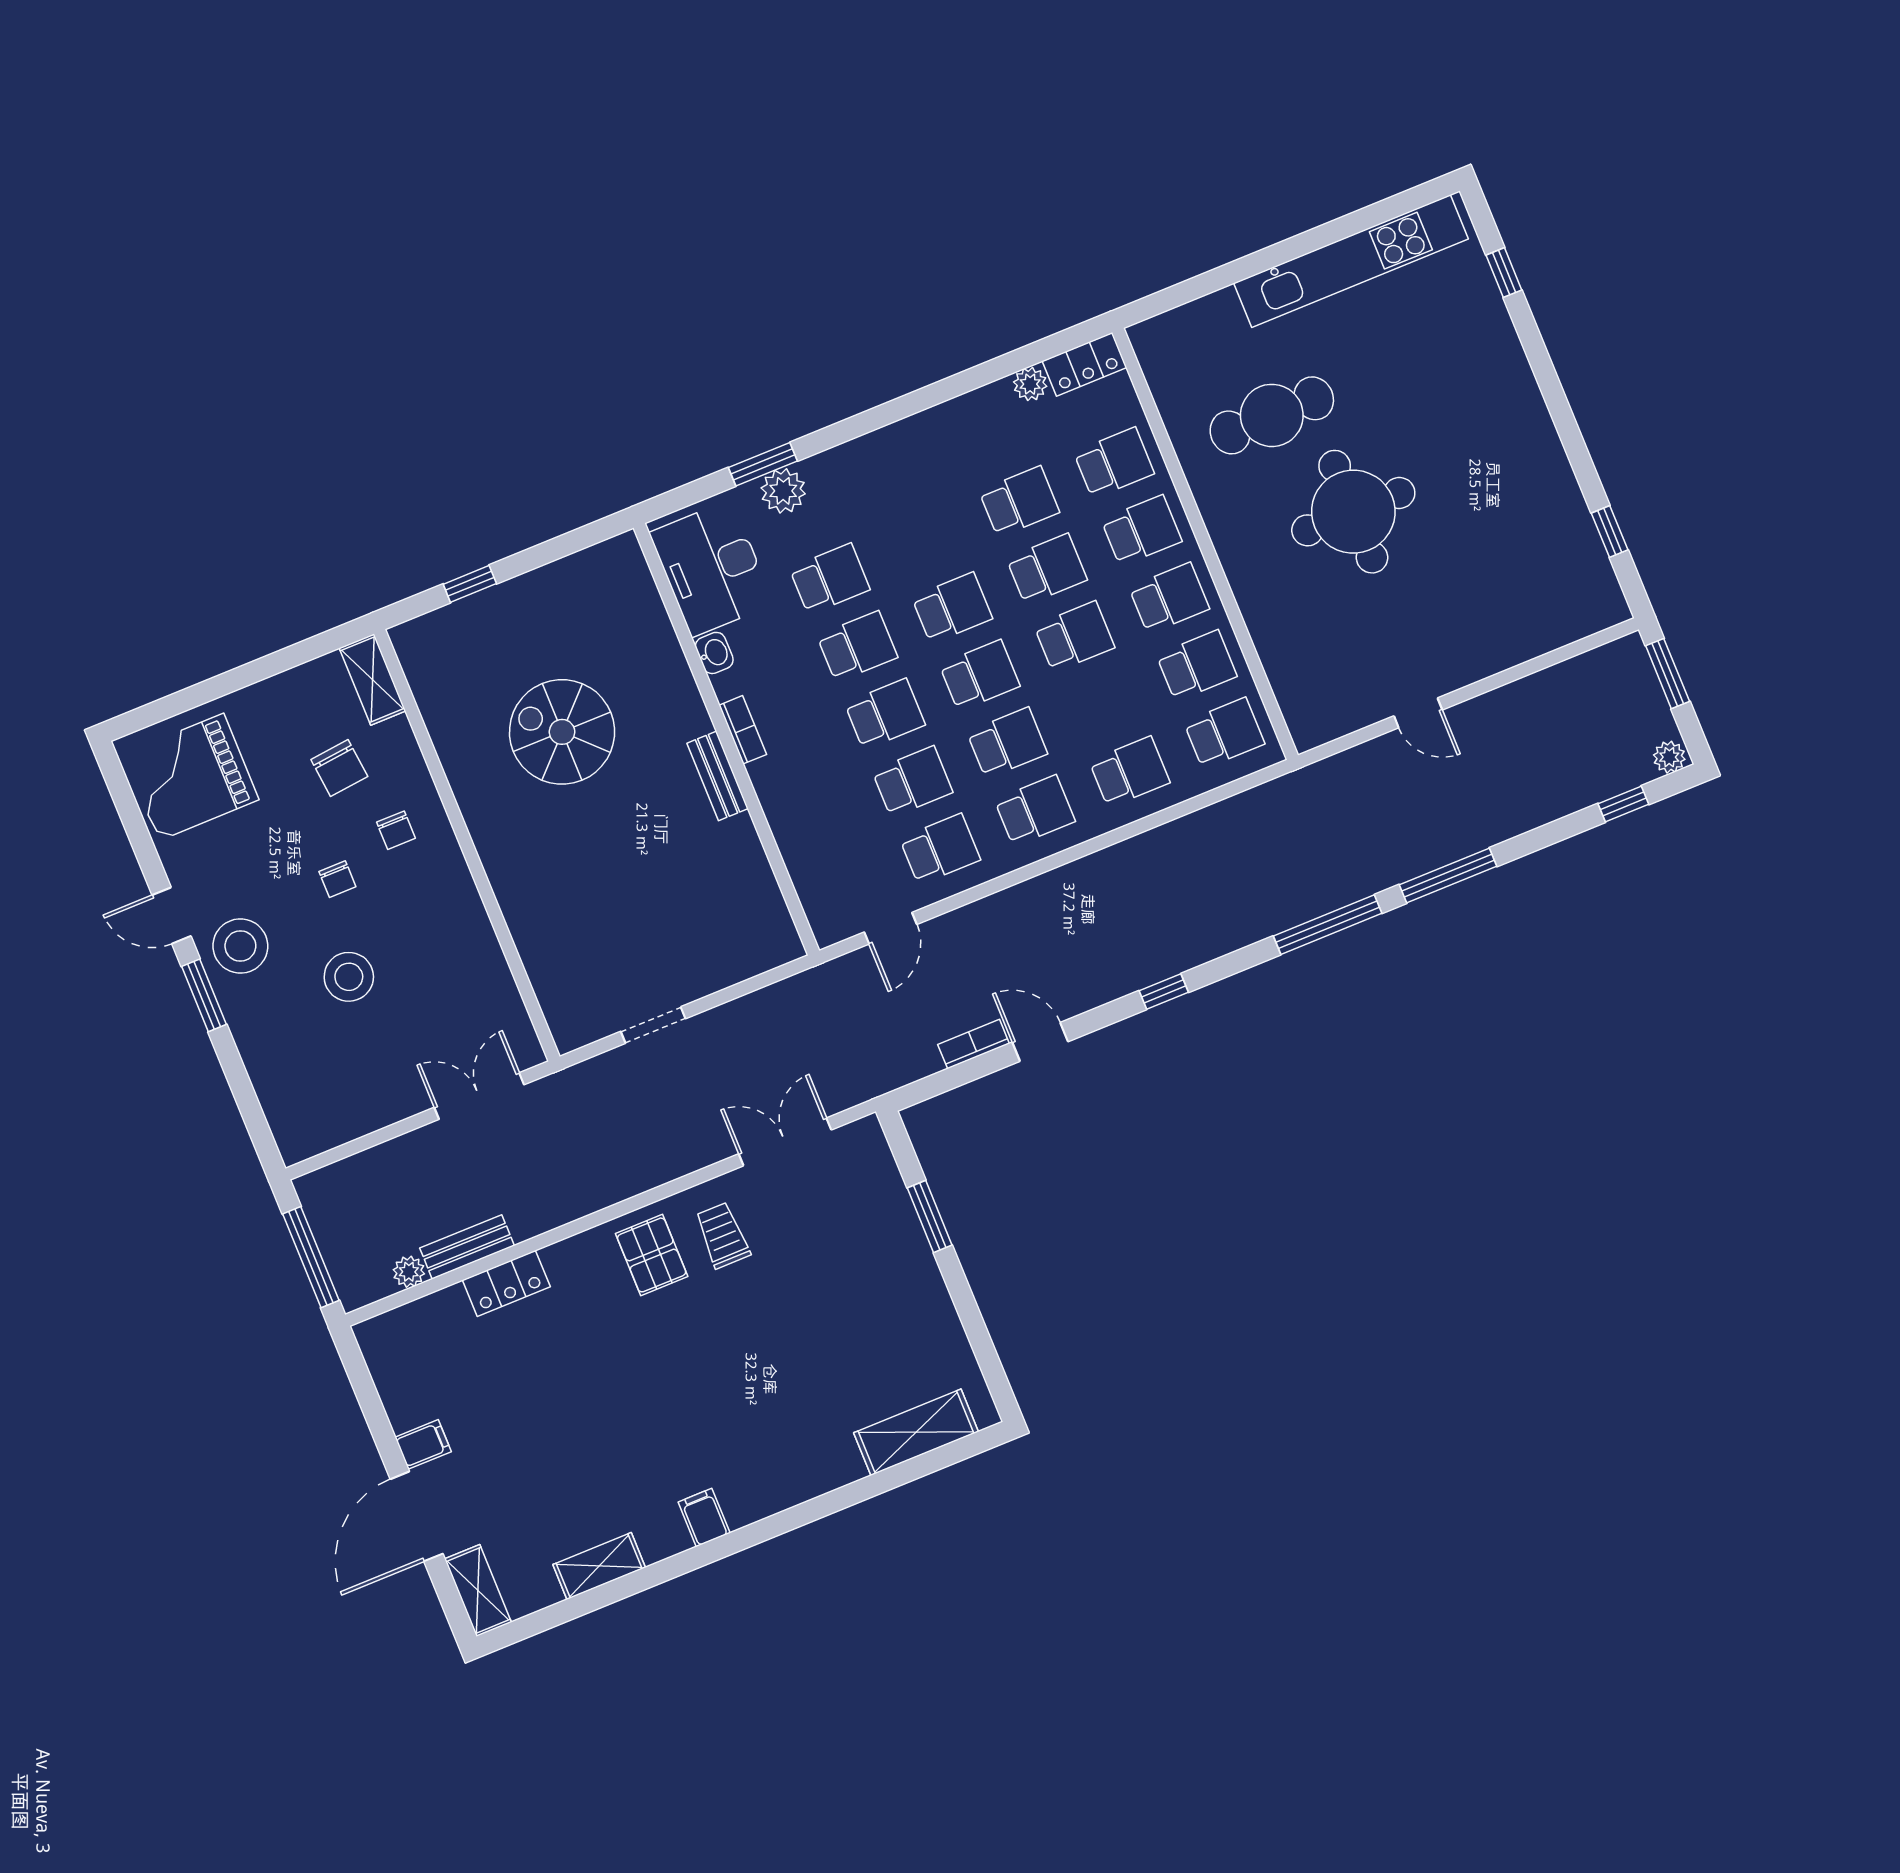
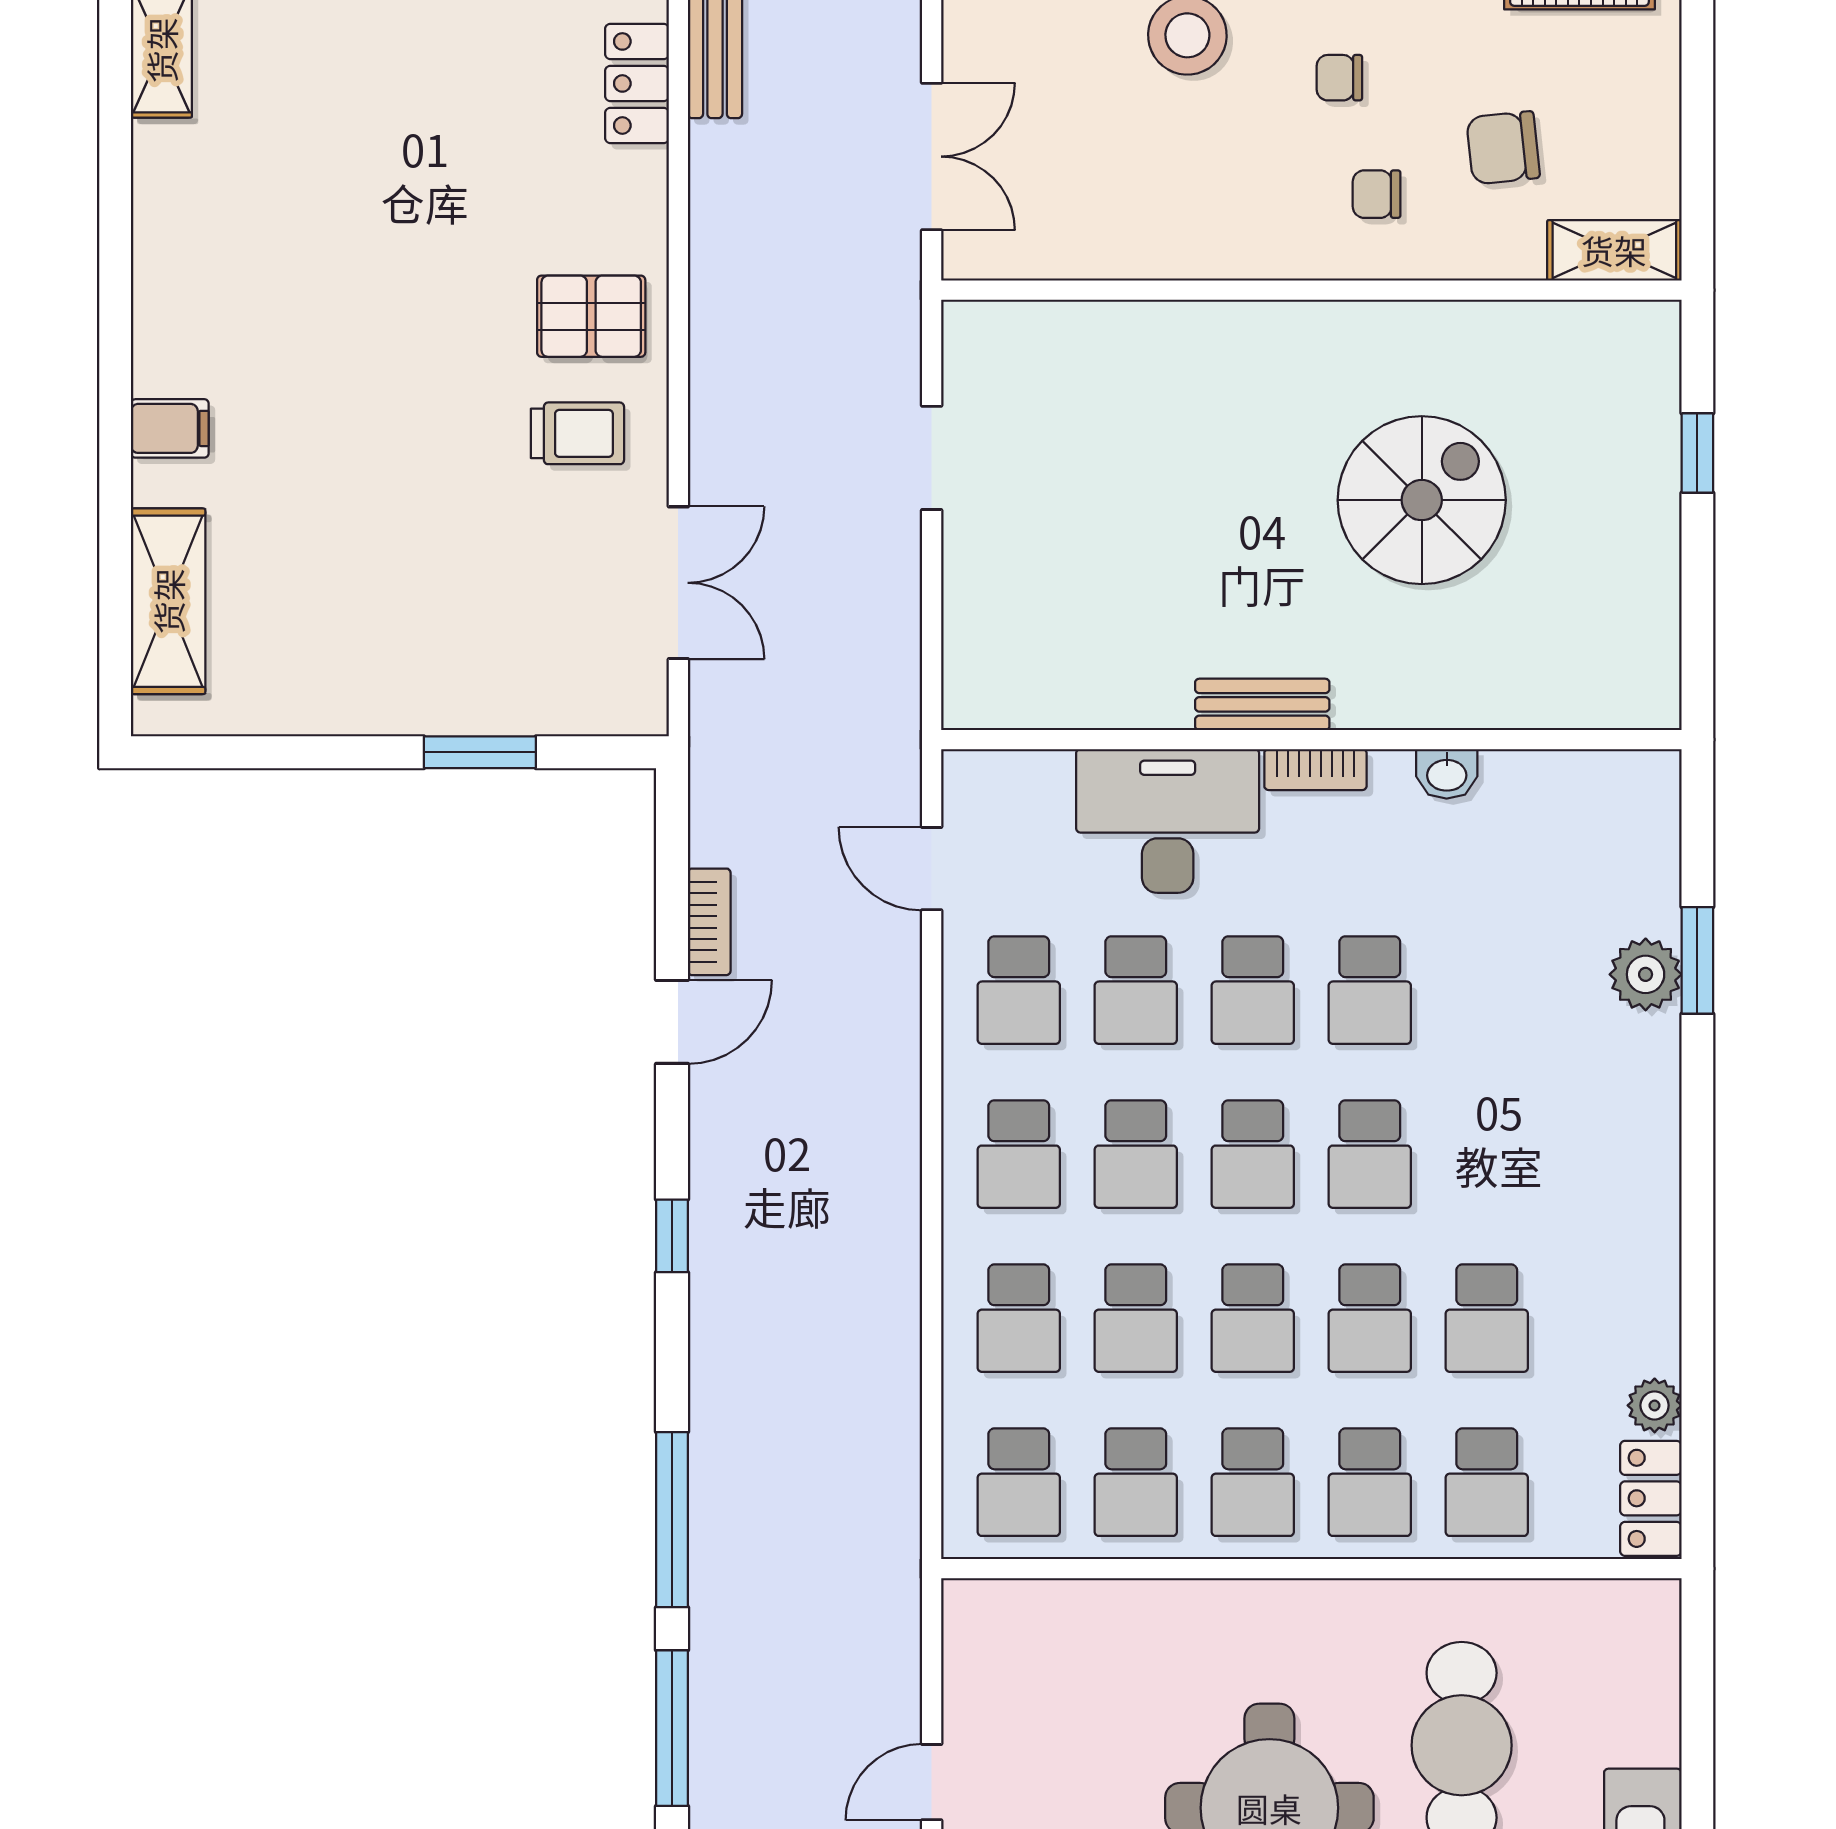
desk: (711, 568) -> (1168, 821), moved
school desk: (830, 579) -> (1136, 1318), moved
filing cabinet: (704, 1518) -> (170, 428), moved

